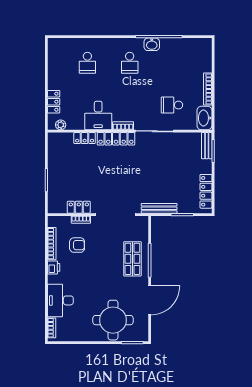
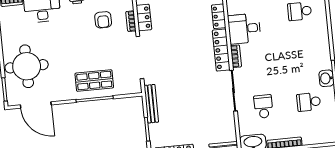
school desk: (130, 63) -> (309, 102), moved
door: (150, 300) -> (36, 105), moved

